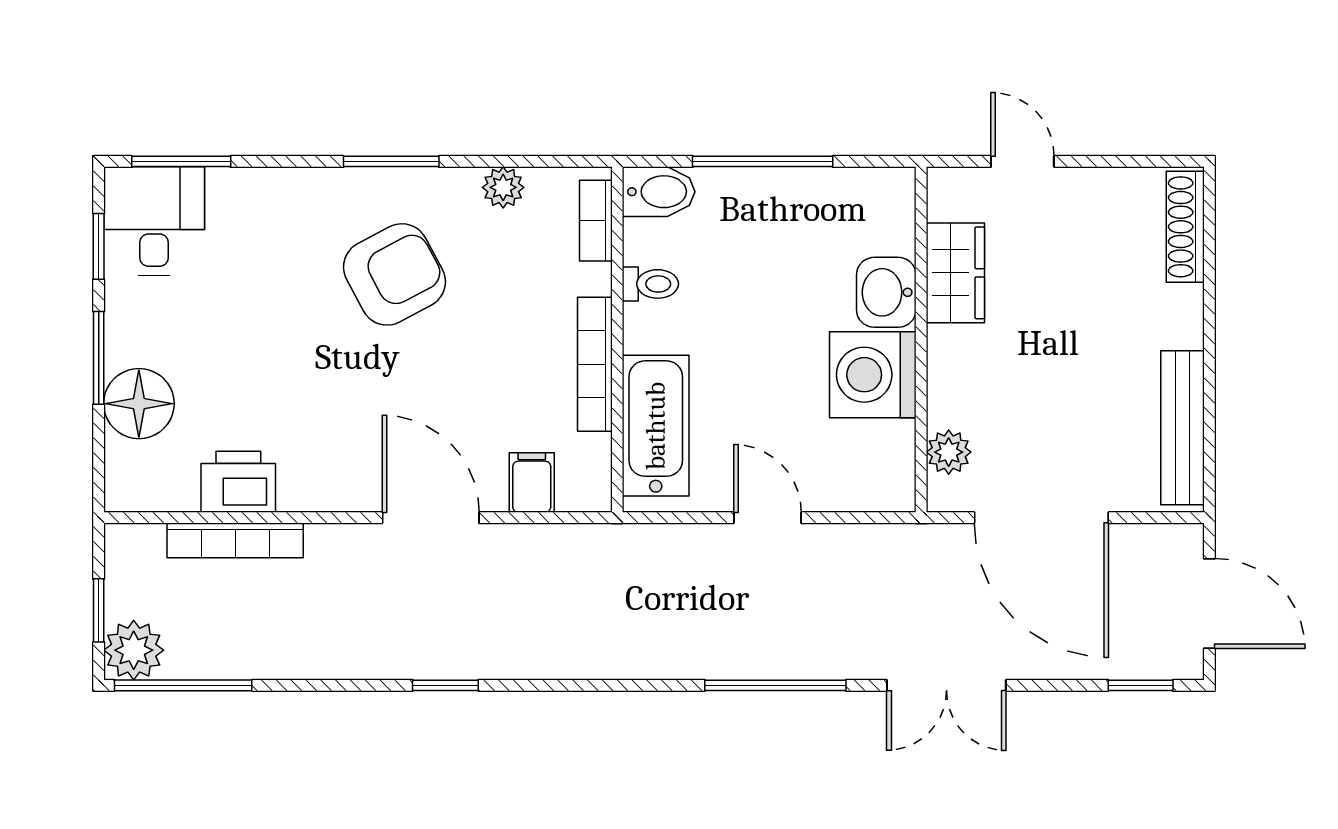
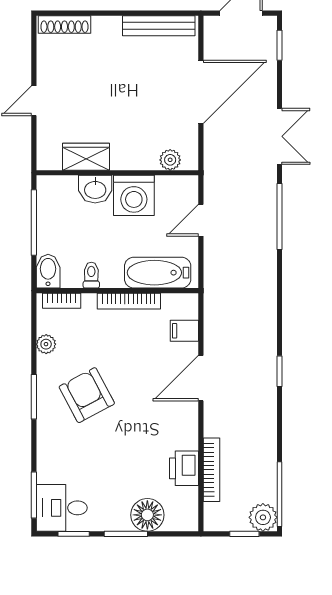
wardrobe: (955, 273) -> (86, 157), moved
washbasin: (886, 292) -> (95, 189), moved
wall: (921, 340) -> (117, 173), moved
washing machine: (873, 375) -> (134, 195), moved
plant: (949, 452) -> (170, 160), moved

